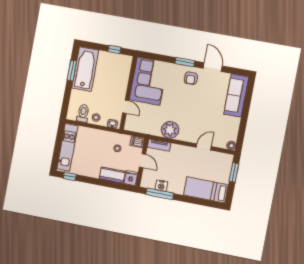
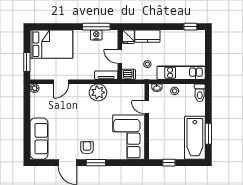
toilet: (83, 113) -> (200, 93), moved
kitchen unit: (67, 147) -> (181, 73), moved, turned 90
bed: (206, 190) -> (51, 44), width x1.50

